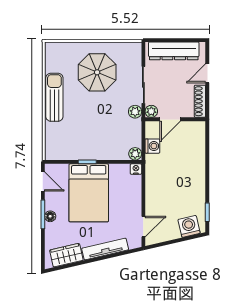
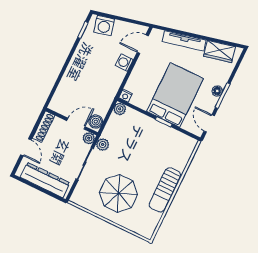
door: (207, 73) -> (26, 147), hinge flipped
boiler: (152, 130) -> (96, 122), added
washing machine: (152, 146) -> (124, 63), moved

